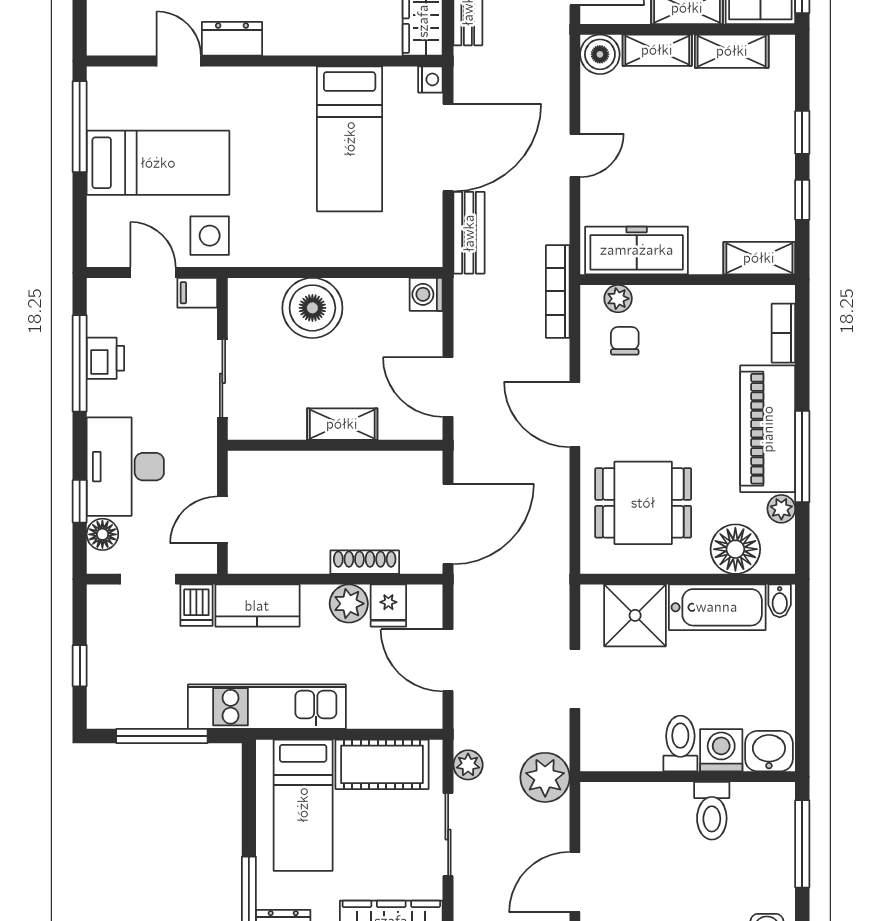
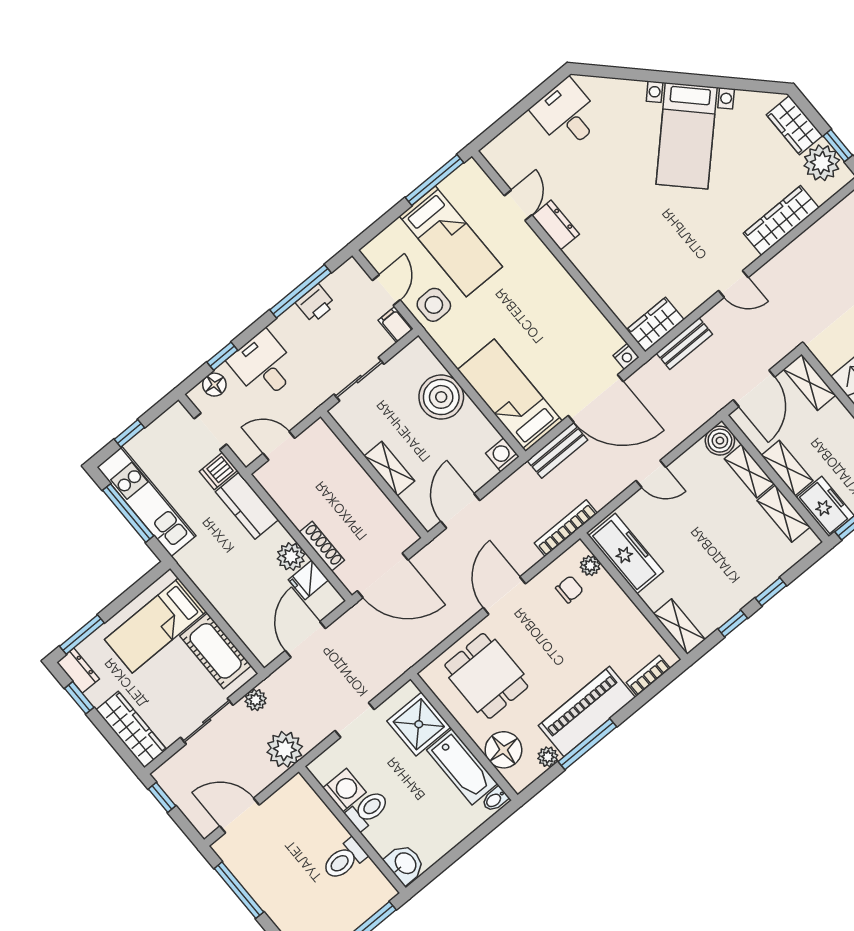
bed: (350, 139) -> (510, 395), moved, turned 90
desk: (125, 467) -> (263, 366), width x0.73
kitchen unit: (267, 707) -> (146, 501), moved
washing machine: (721, 750) -> (345, 790), moved

